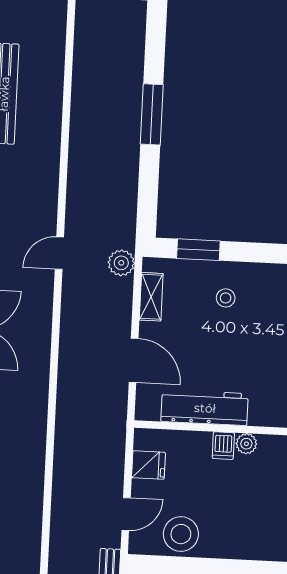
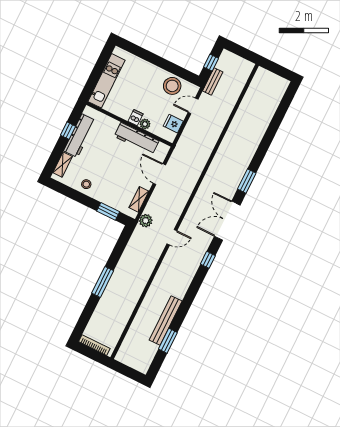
stool: (226, 298) -> (86, 184), moved
plant: (246, 444) -> (145, 124), moved

